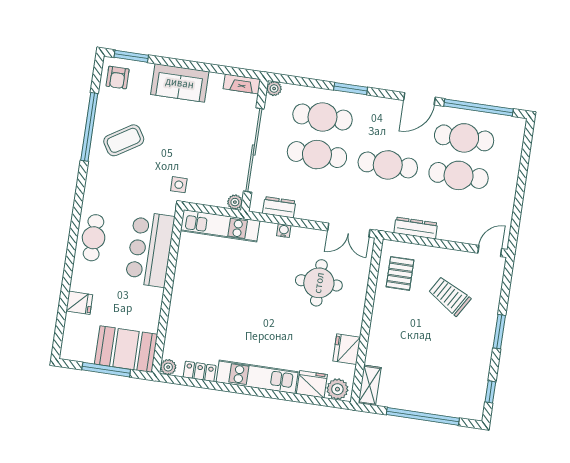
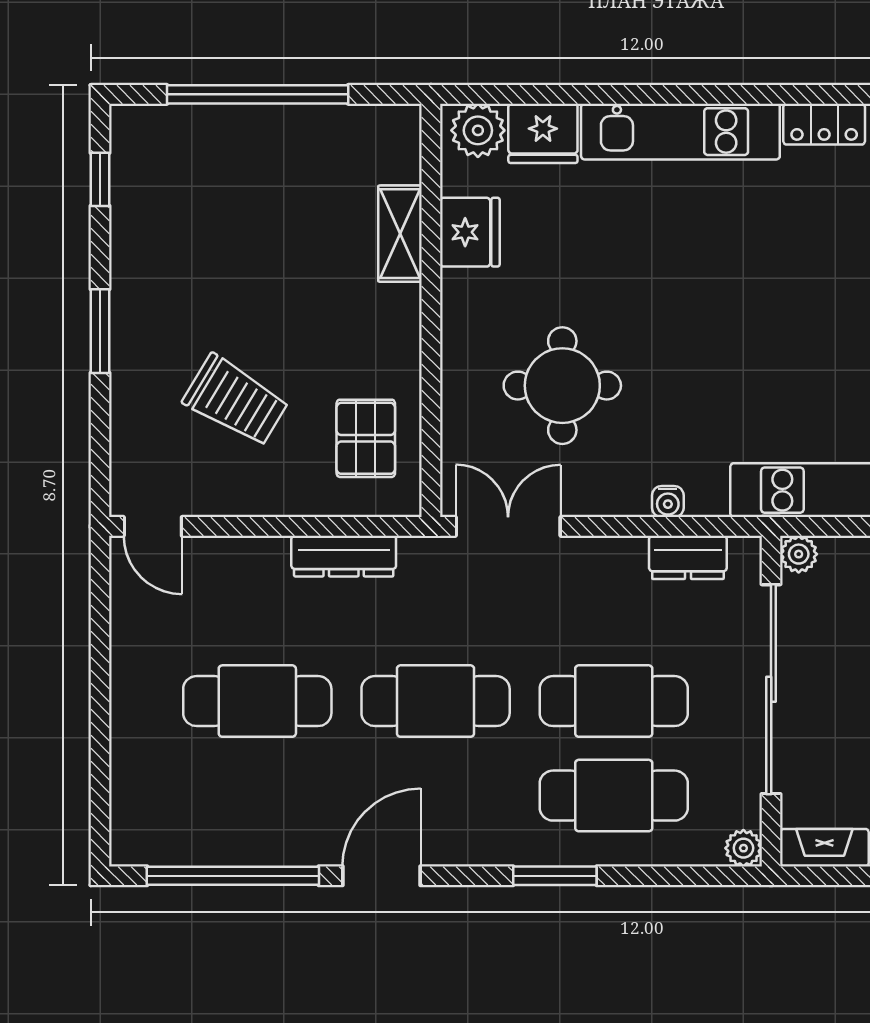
cafe table: (464, 138) -> (257, 796), removed
door: (490, 251) -> (153, 526), hinge flipped
shelving: (370, 385) -> (400, 234), moved

